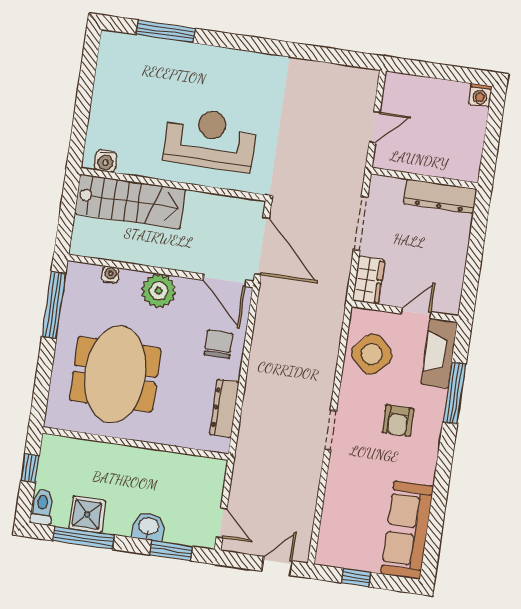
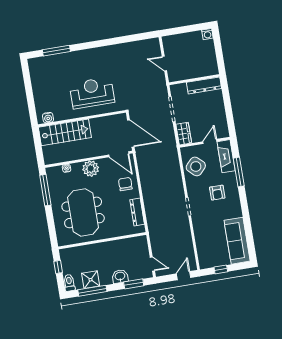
door: (375, 127) -> (164, 64), swing flipped

